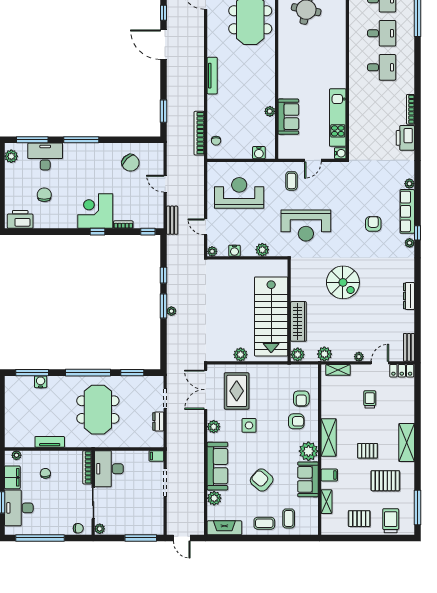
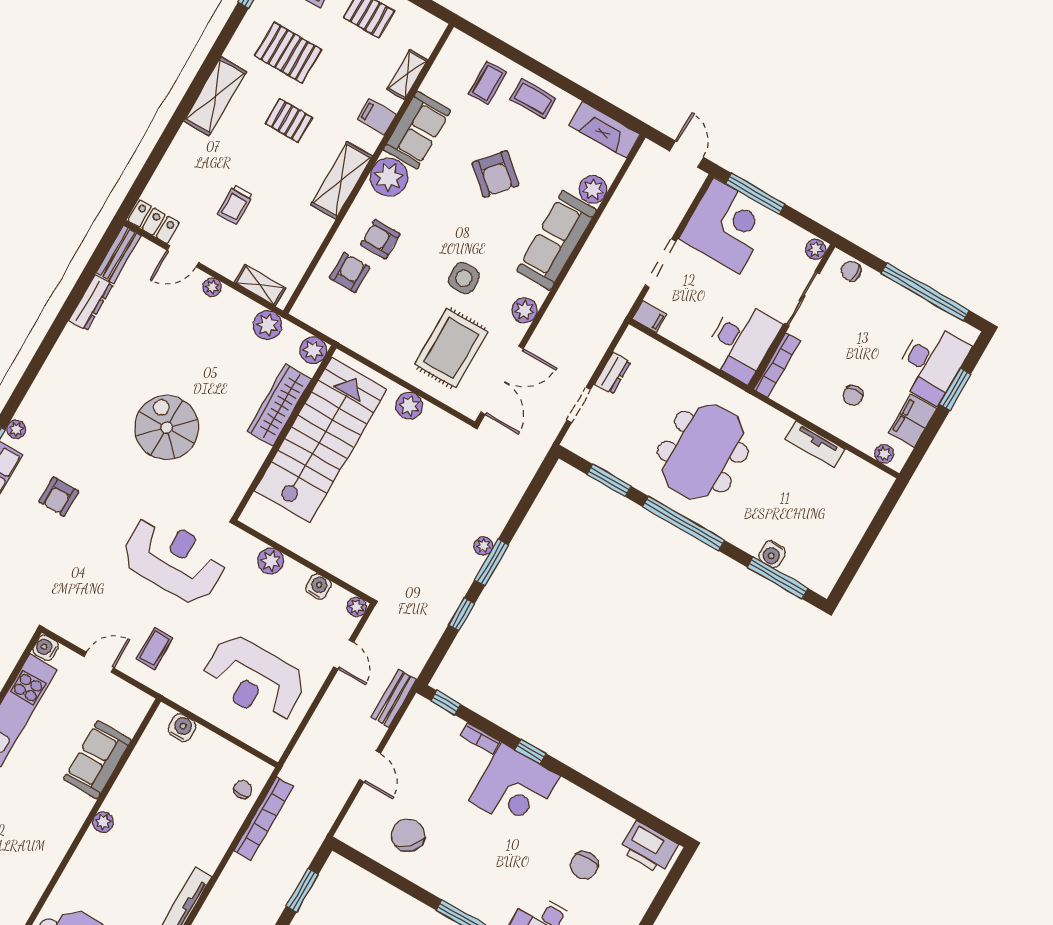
plant: (270, 111) -> (103, 822), moved
dresser: (409, 296) -> (91, 303), moved
corner desk: (145, 516) -> (727, 226), added

